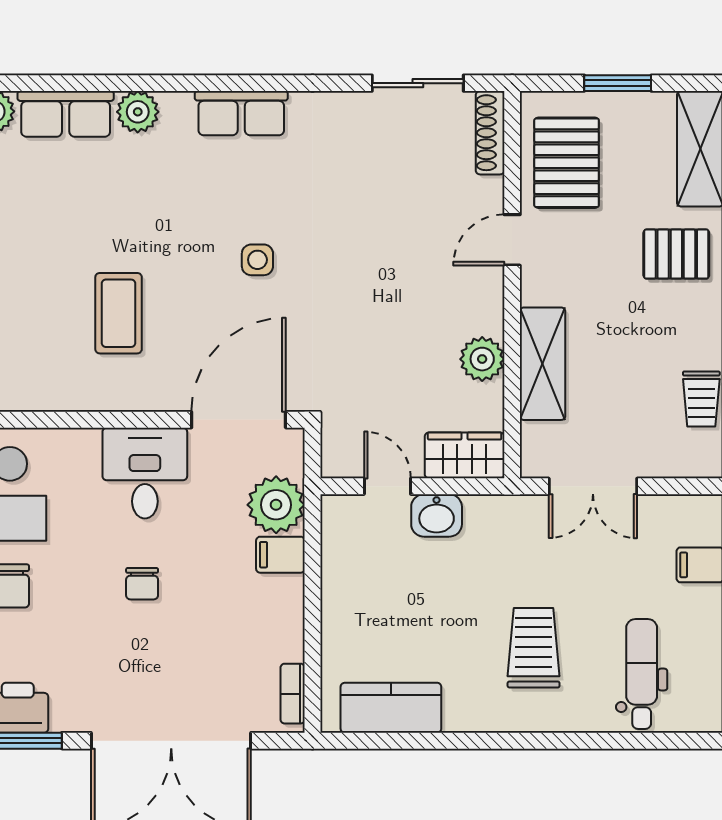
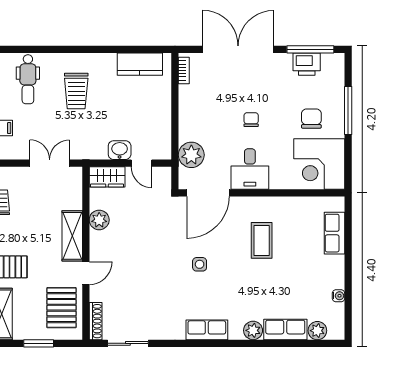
shelving: (543, 364) -> (72, 236), moved
filing cabinet: (280, 555) -> (189, 133), removed

